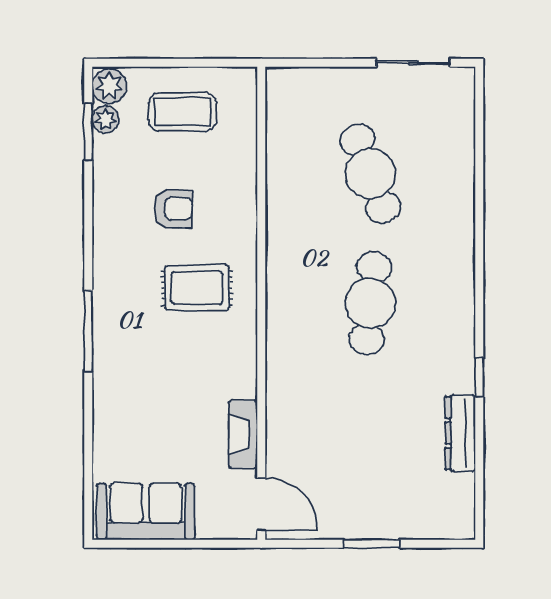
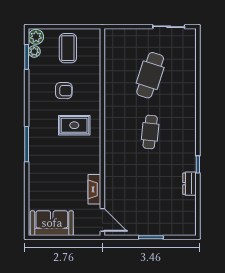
coffee table: (182, 112) -> (68, 48), turned 90
cafe table: (370, 174) -> (150, 75), turned 39
cafe table: (370, 303) -> (150, 132), width x0.73, depth x0.74
dresser: (460, 433) -> (190, 184), width x0.70

